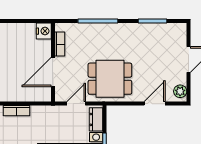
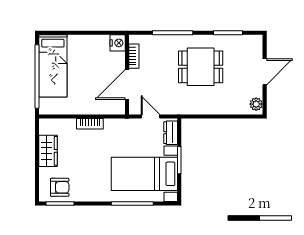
dining table: (110, 79) -> (201, 67), moved
door: (76, 104) -> (150, 117), hinge flipped
door: (155, 104) -> (230, 117), removed

